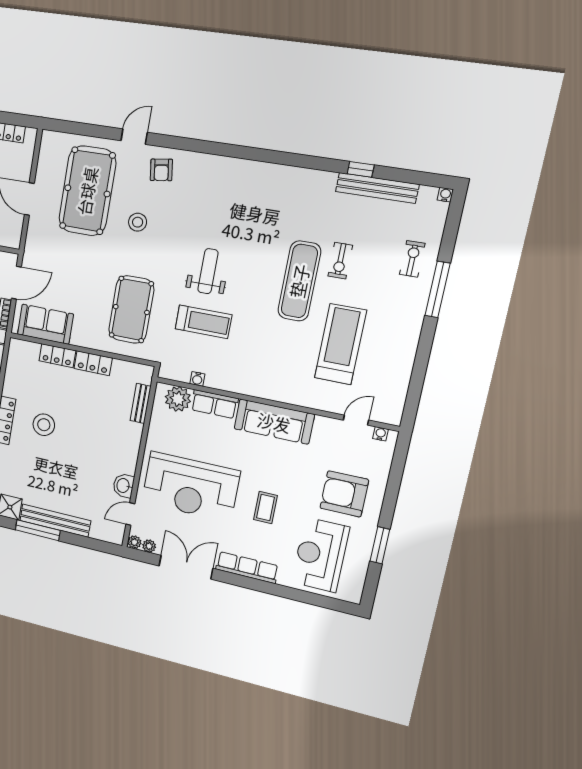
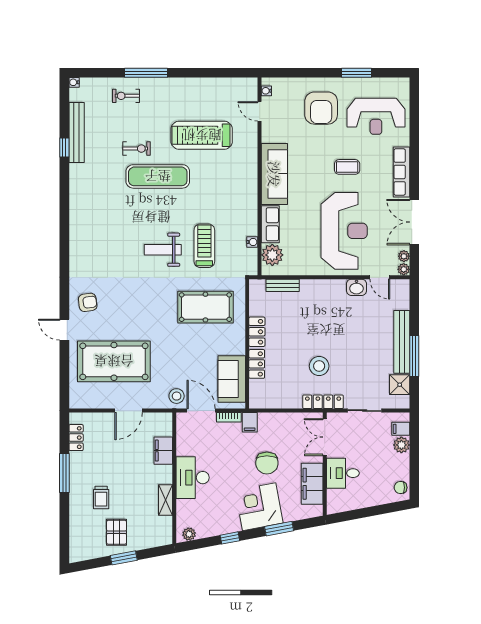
stool: (138, 222) -> (177, 396), moved

